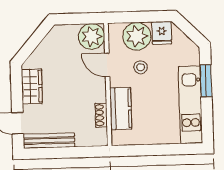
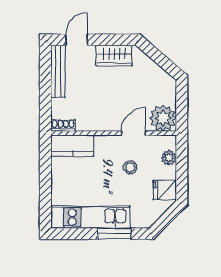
plant: (137, 36) -> (169, 158), width x0.53, depth x0.53
kitchen counter: (121, 109) -> (72, 146), moved
shoe rack: (101, 115) -> (63, 125), moved

